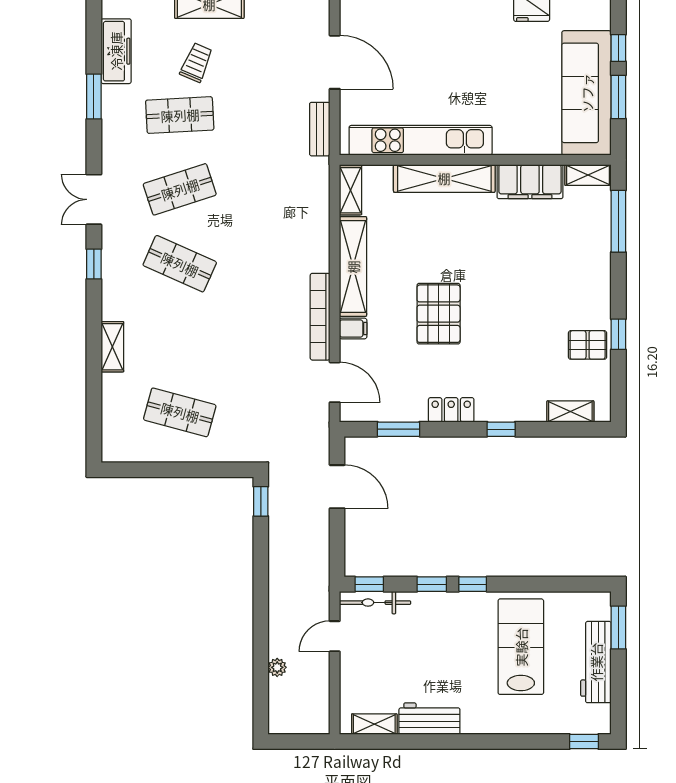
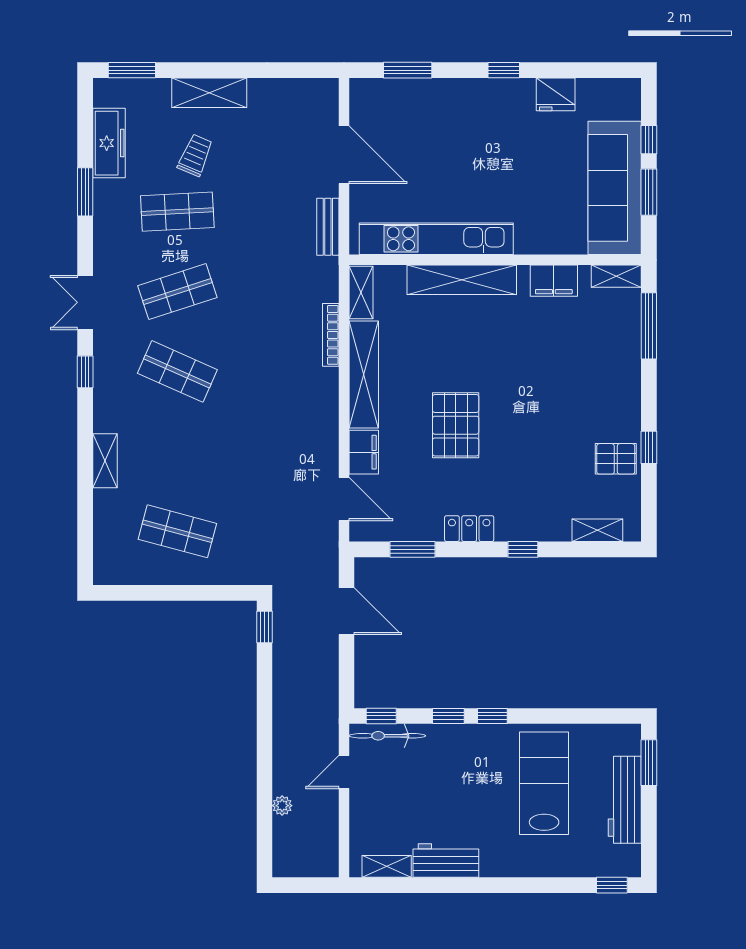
filing cabinet: (530, 182) -> (554, 281), width x0.67, depth x0.86
bookcase: (320, 317) -> (331, 335), moved, width x0.68, depth x0.76
filing cabinet: (353, 328) -> (364, 452), width x2.00

